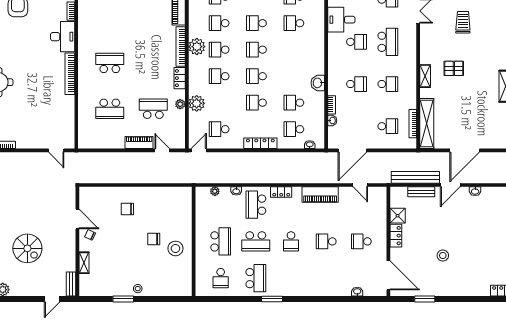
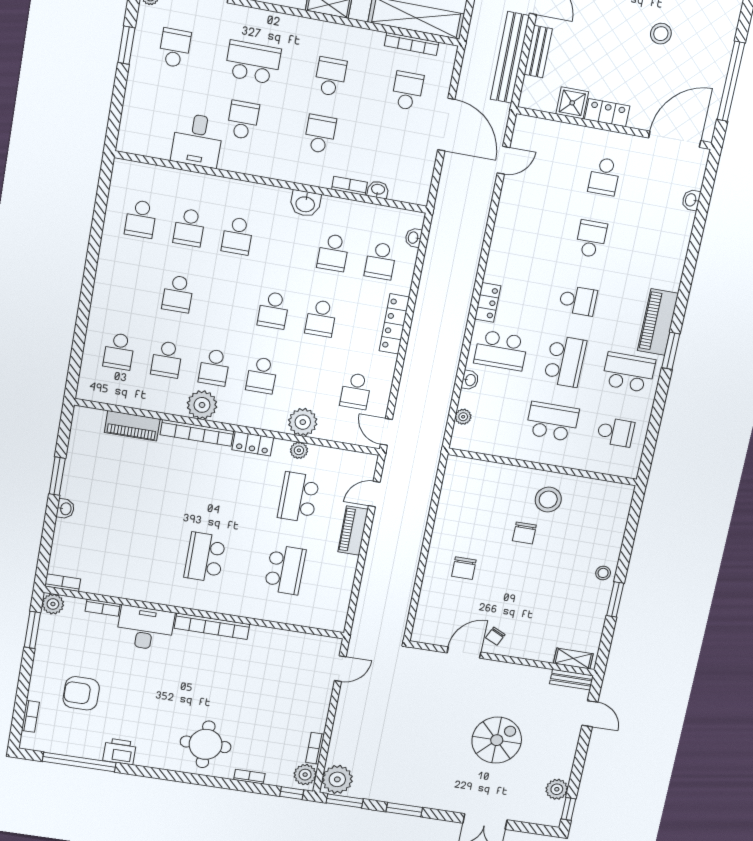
school desk: (256, 50) -> (237, 236), moved
door: (352, 150) -> (446, 125), moved
piano: (320, 195) -> (658, 322), moved, turned 180
school desk: (326, 241) -> (591, 239), turned 180
shelving: (84, 263) -> (573, 658), moved
window: (425, 299) -> (731, 81), width x2.11

